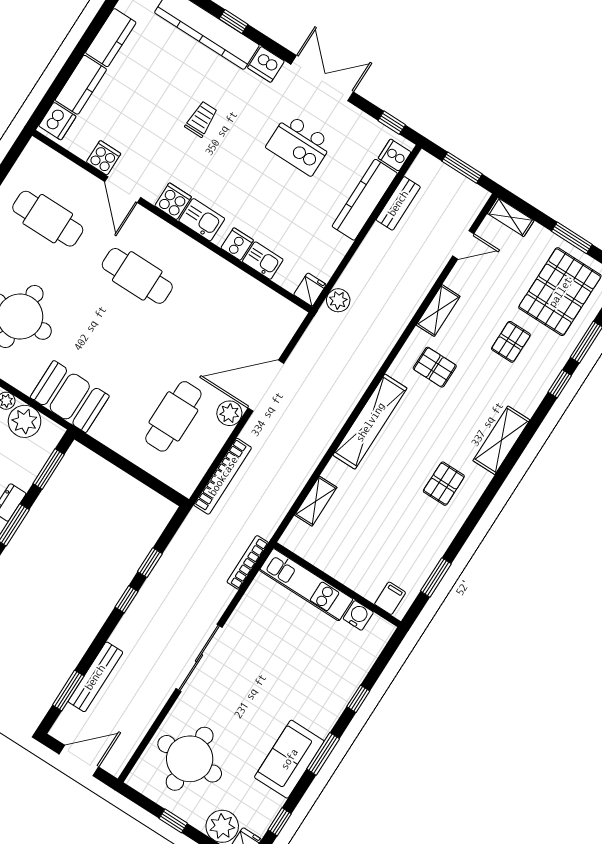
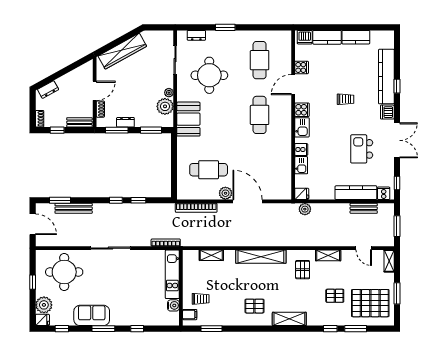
trolley: (376, 564) -> (201, 299), added

